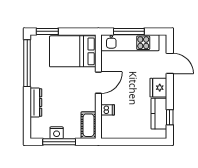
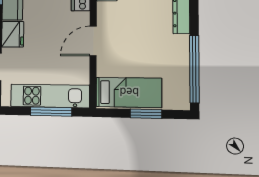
window: (47, 31) -> (146, 114), moved
bed: (73, 51) -> (129, 92), width x0.67

